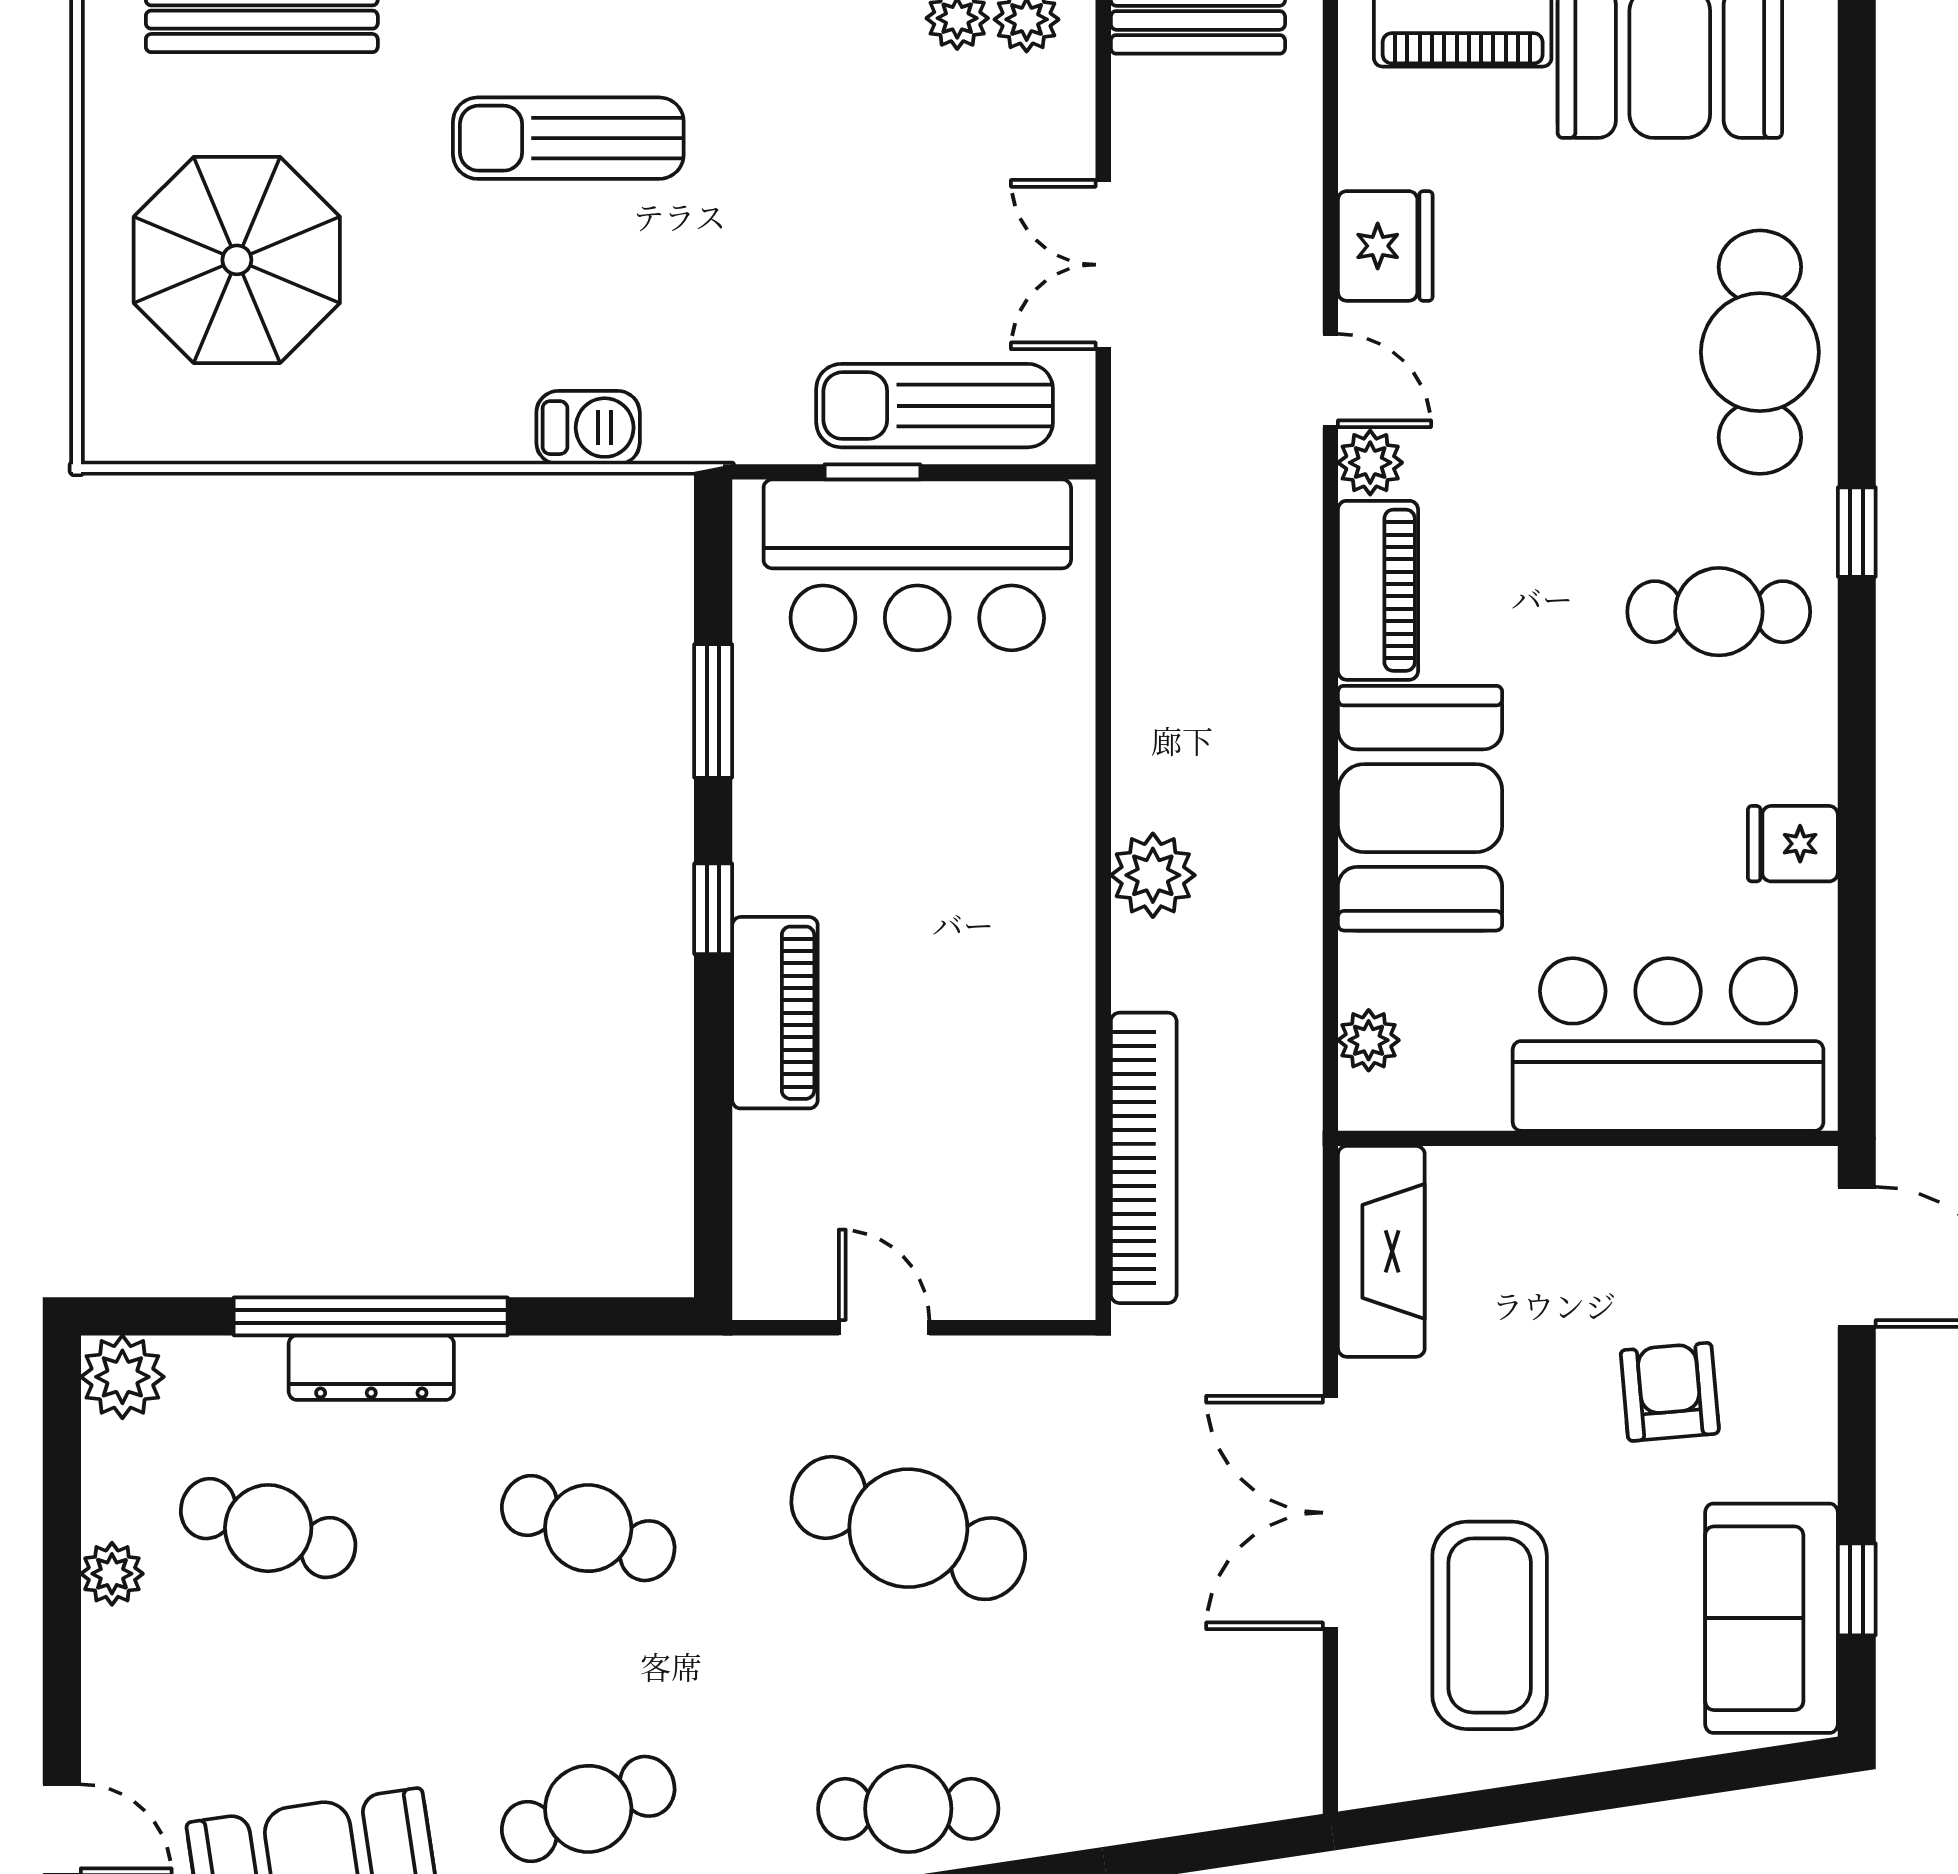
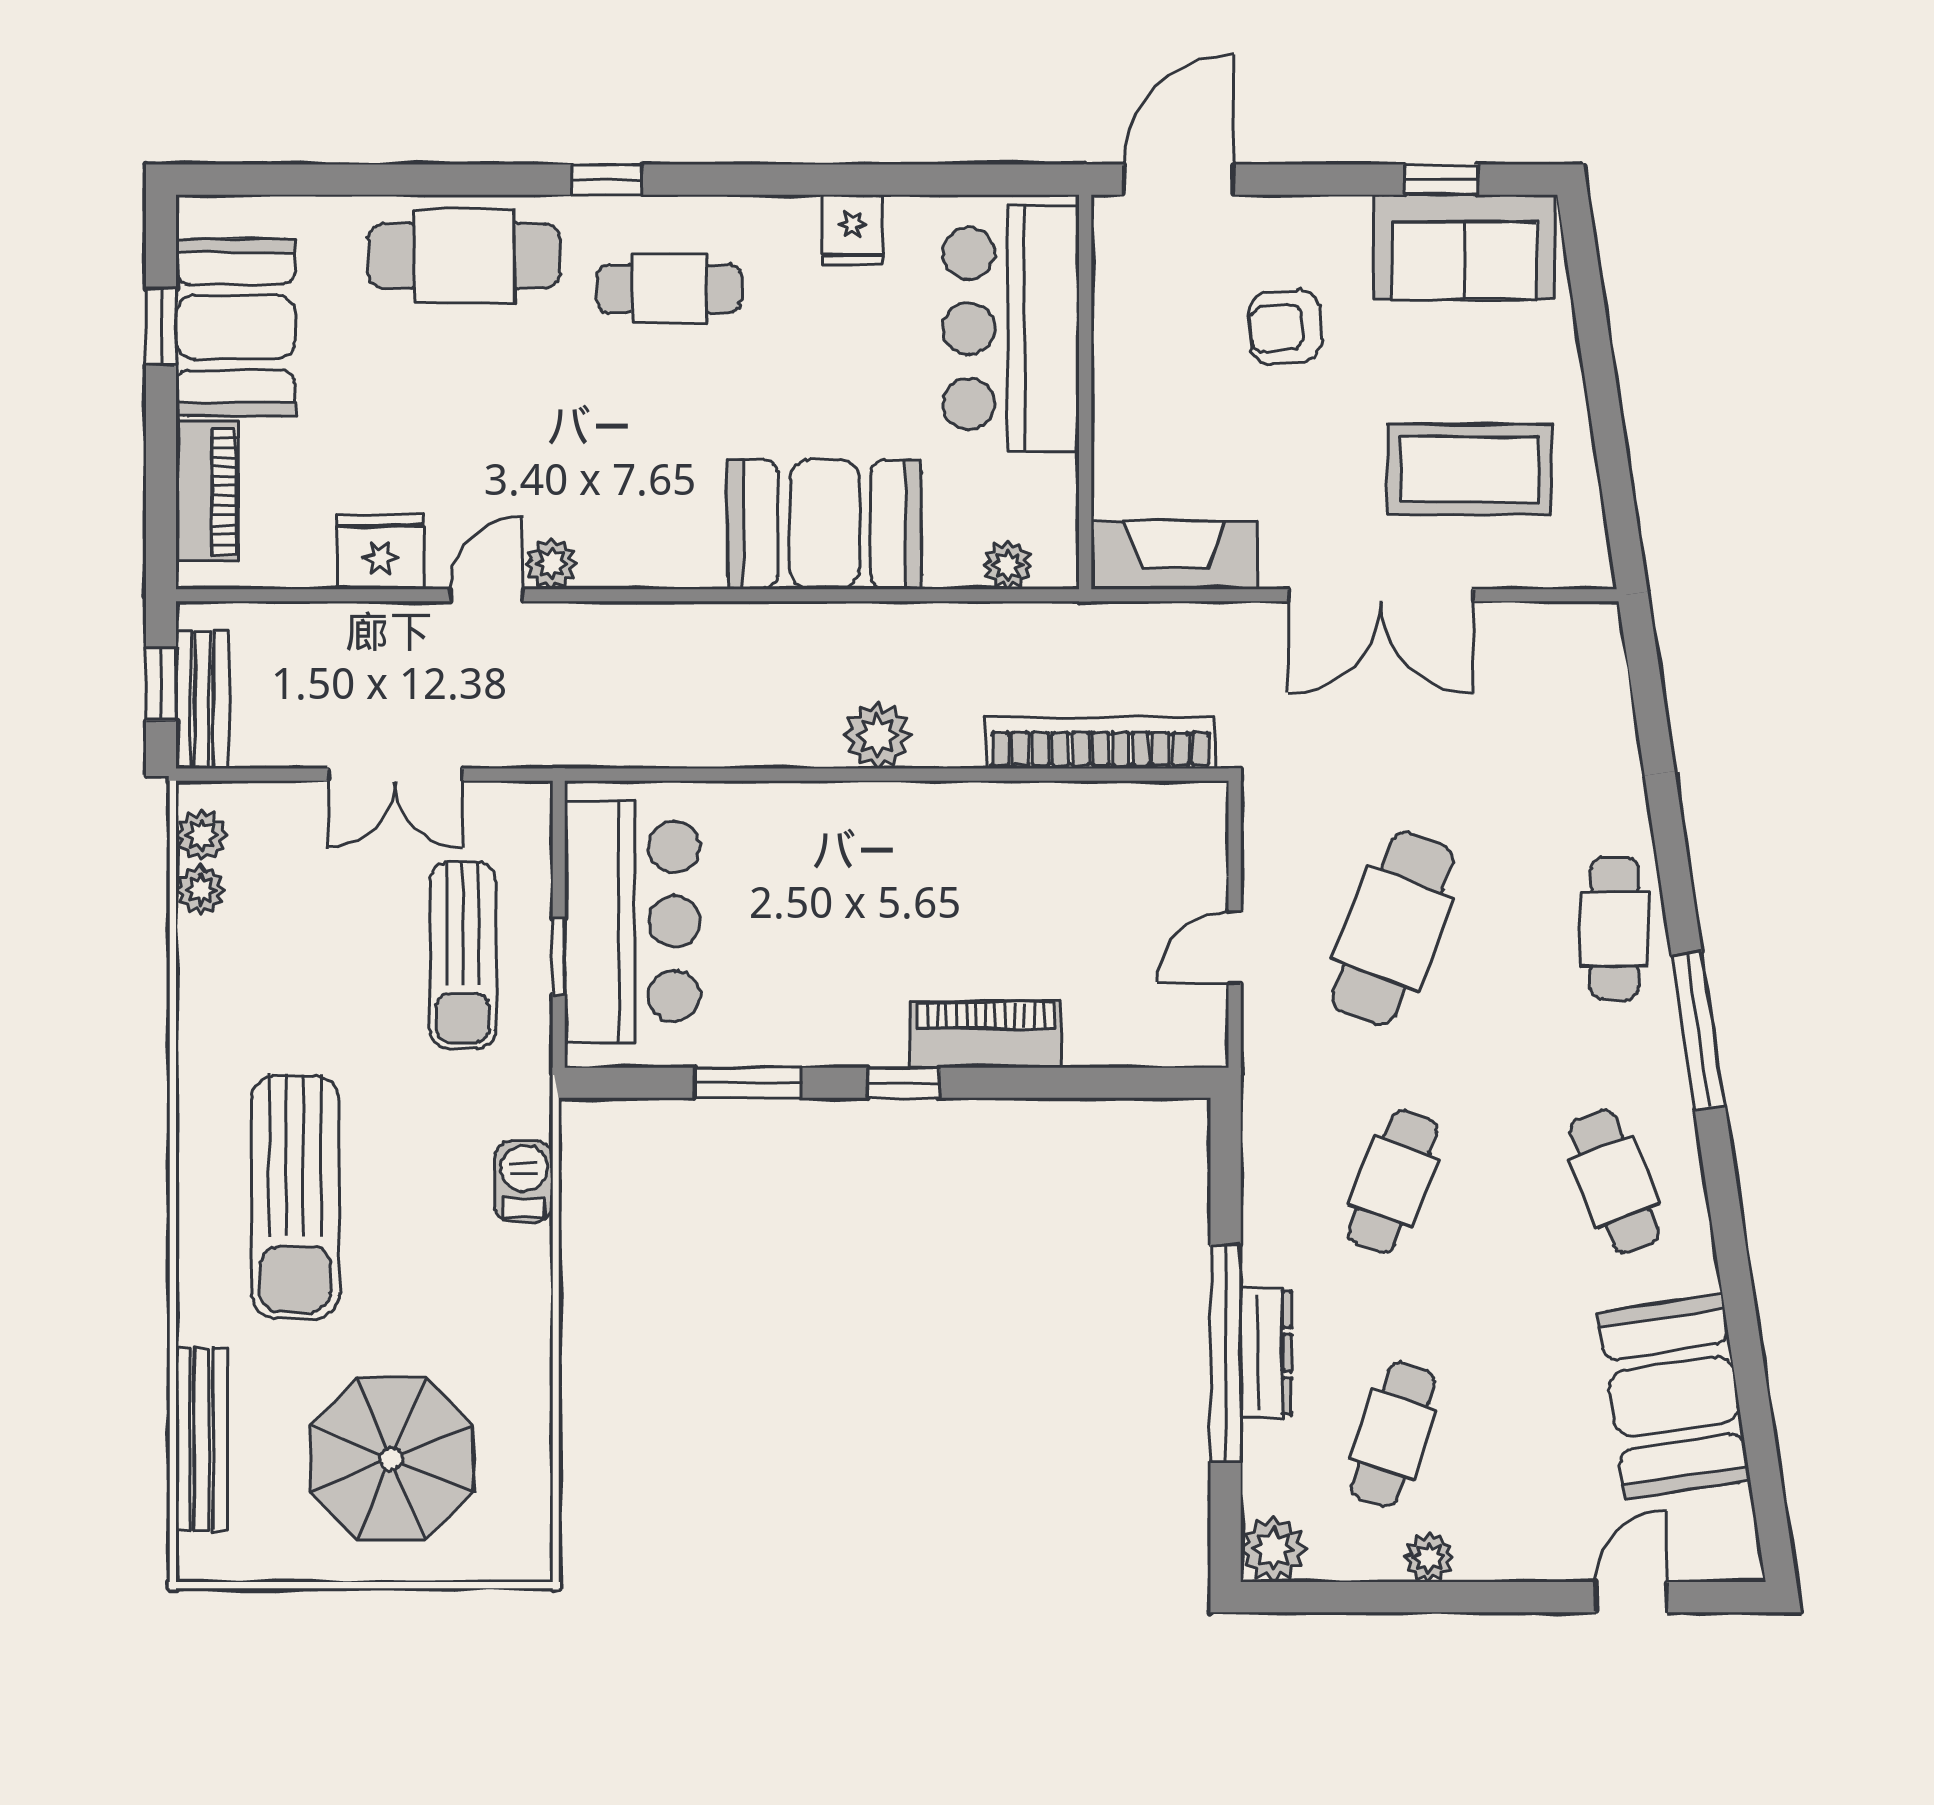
sun lounger: (568, 138) -> (295, 1197), width x1.36, depth x1.34
sun lounger: (935, 406) -> (463, 955), moved
piano: (1378, 590) -> (652, 558), removed
cafe table: (1719, 612) -> (669, 289), turned 90

